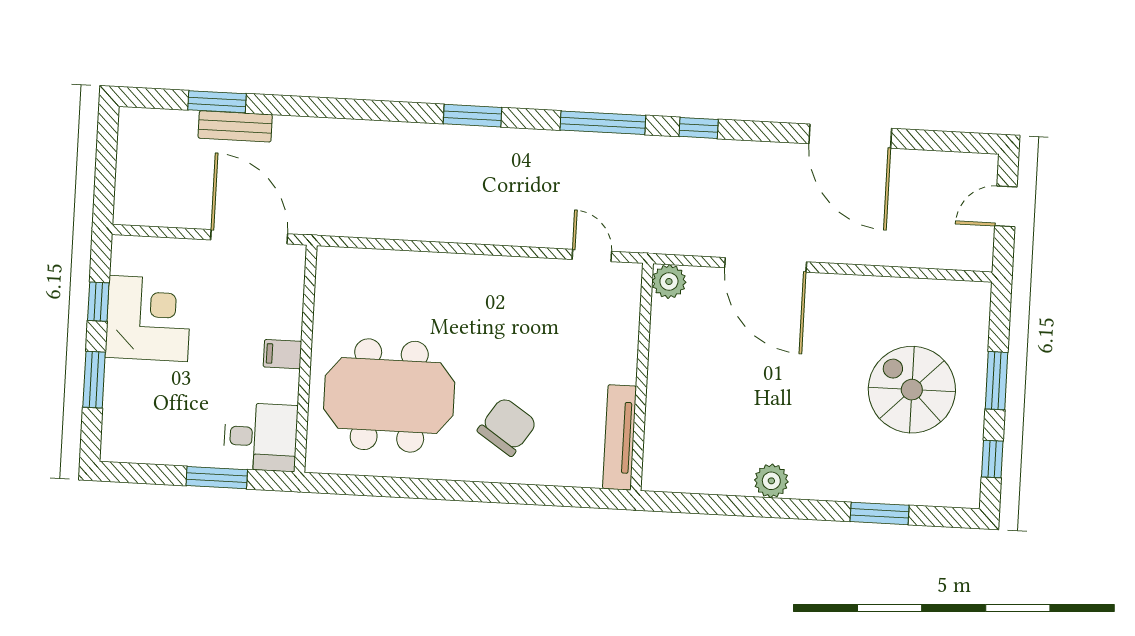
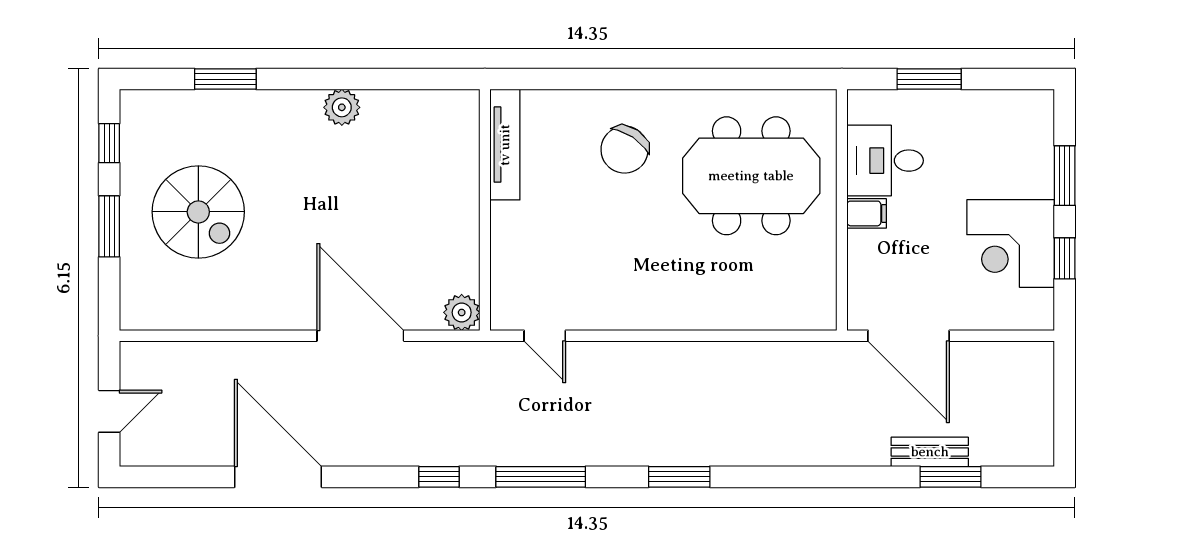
desk: (261, 437) -> (885, 161), moved

